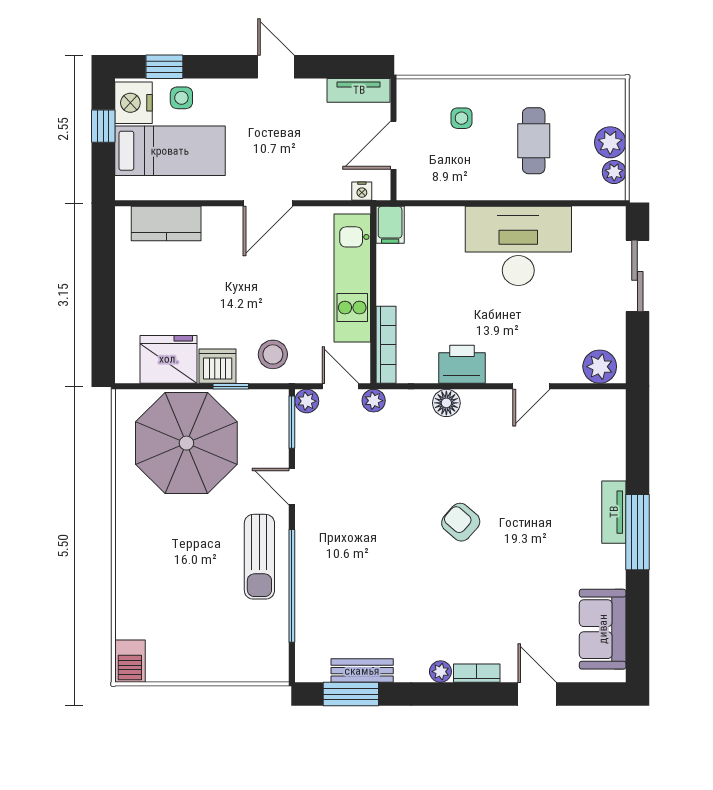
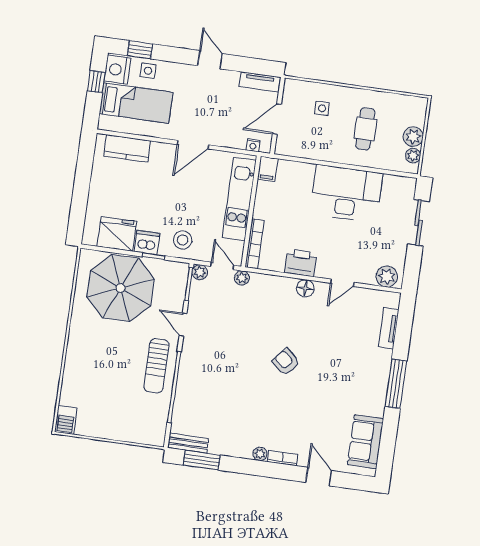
floor lamp: (446, 403) -> (305, 288), moved
tv unit: (614, 512) -> (389, 328), moved
bench: (362, 671) -> (188, 443), moved

